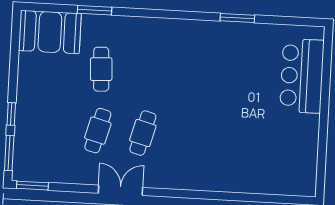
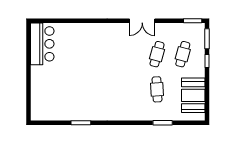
booth: (50, 32) -> (193, 95), moved, turned 90
bar counter: (302, 76) -> (42, 44), moved
cafe table: (143, 133) -> (183, 54), moved

